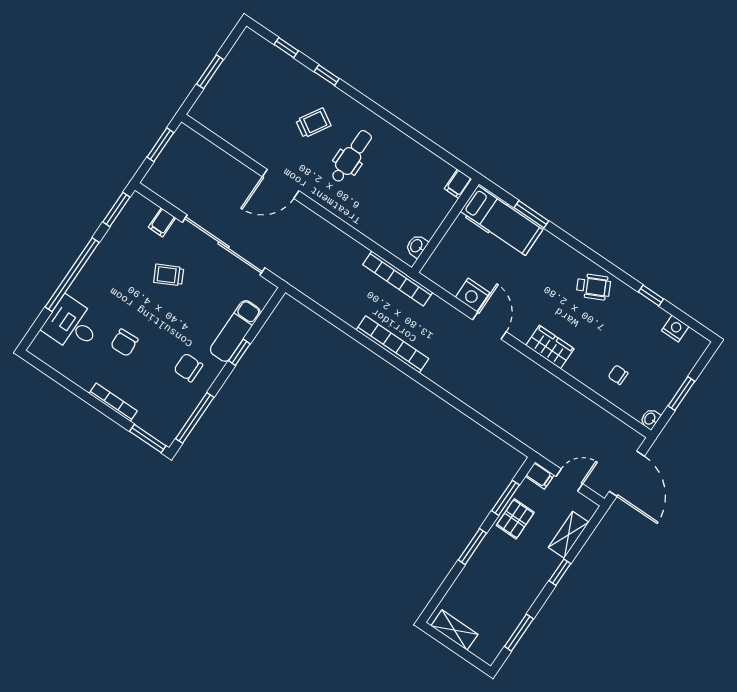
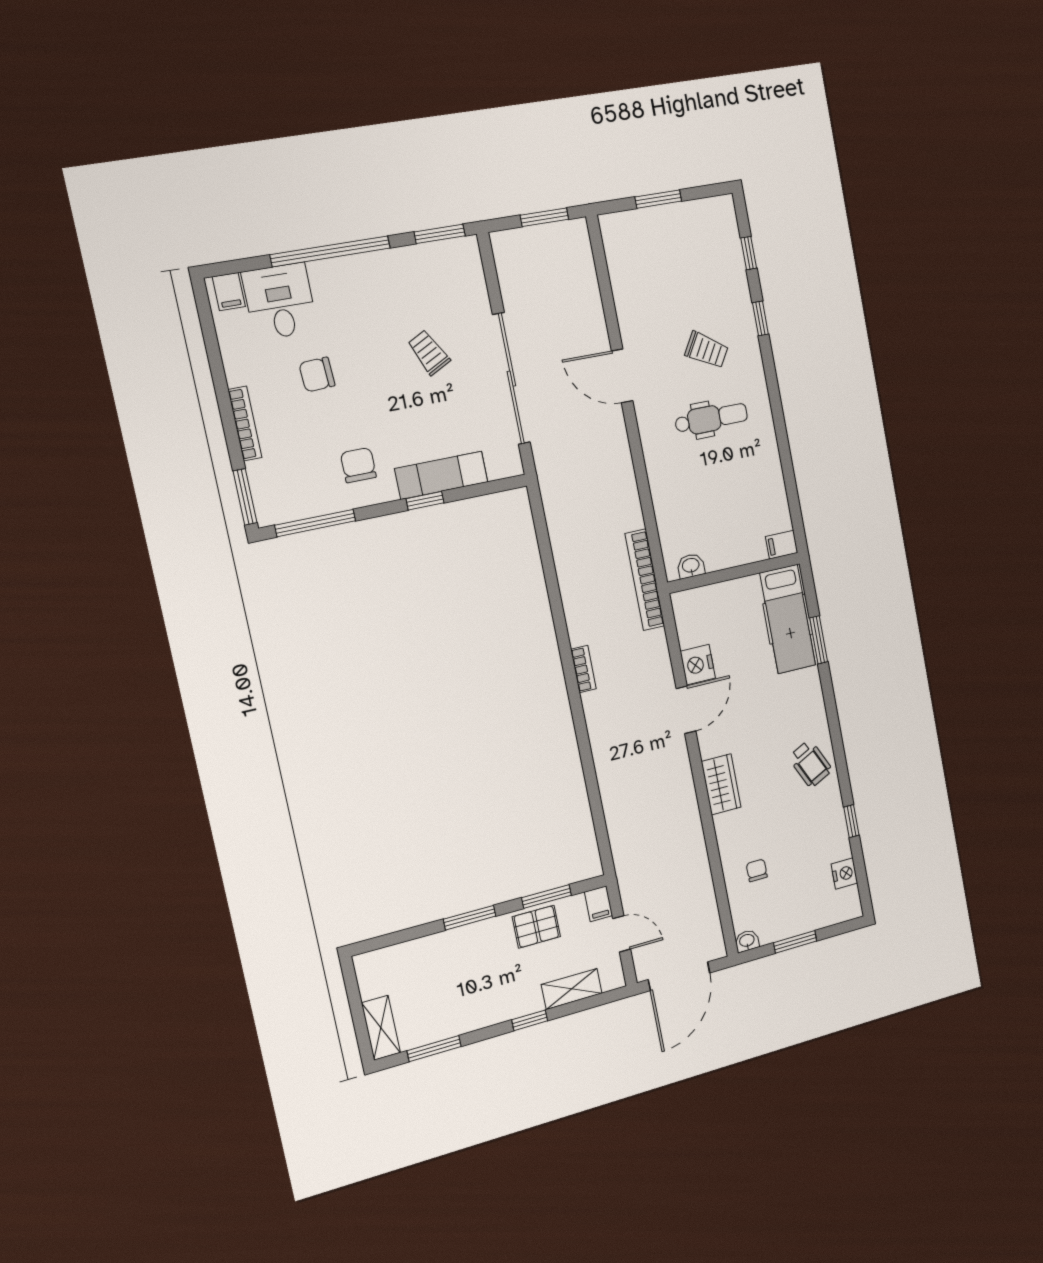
filing cabinet: (162, 222) -> (229, 292), moved, turned -90
bookcase: (392, 344) -> (583, 669), width x0.43, depth x0.76
shelving: (454, 630) -> (381, 1028), moved

